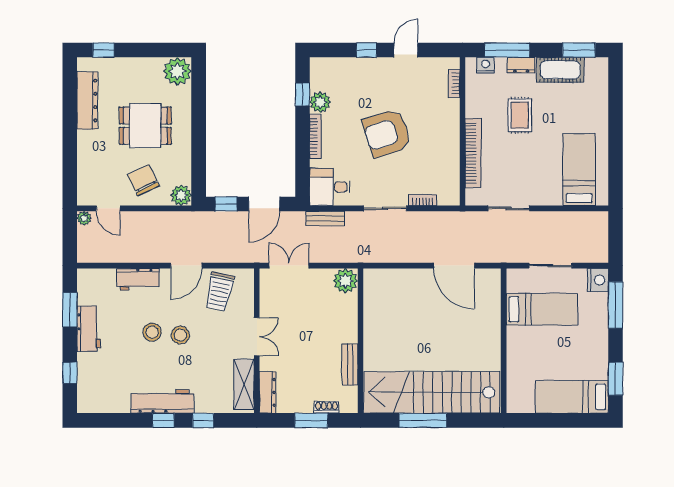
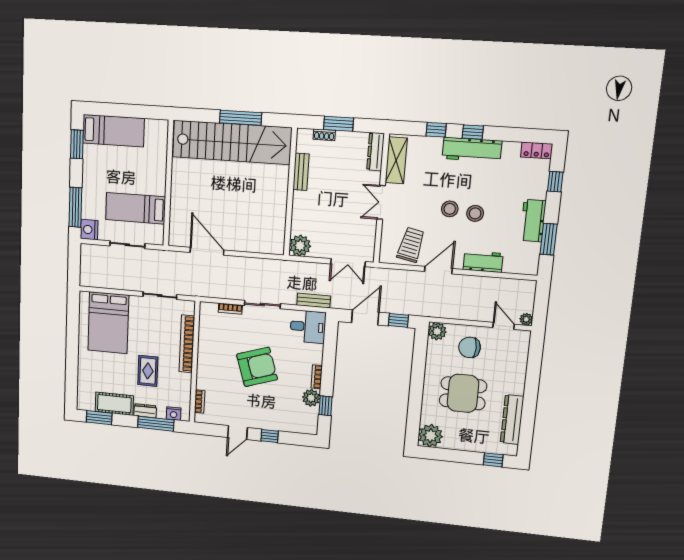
bookcase: (315, 136) -> (317, 377), width x0.64
bed: (579, 170) -> (108, 323), width x1.50
chair: (143, 180) -> (470, 347), turned 116
locker: (93, 405) -> (537, 150), added

